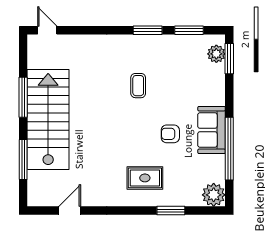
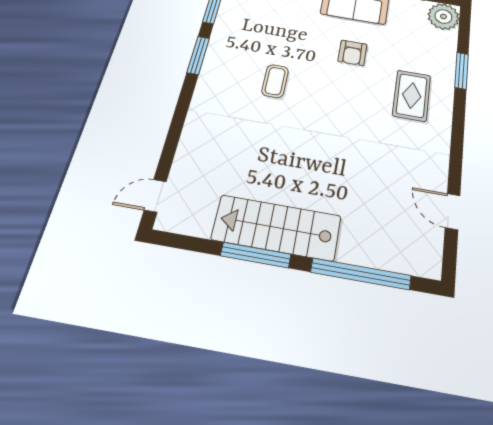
coffee table: (138, 86) -> (275, 81), turned 90
stairs: (48, 120) -> (277, 228), width x0.73, depth x0.66
window: (23, 160) -> (361, 274), width x1.46

